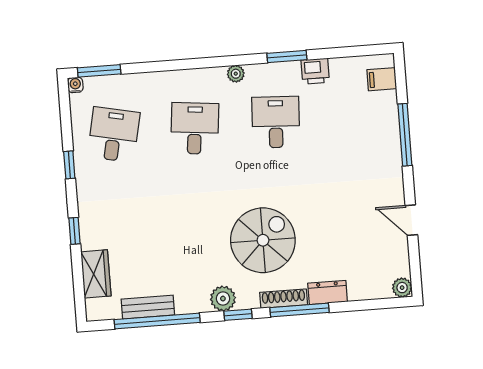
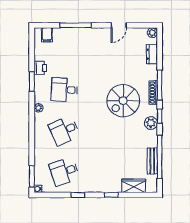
desk: (195, 128) -> (64, 131), turned -30
desk: (114, 135) -> (64, 172), turned -30
spiral stairs: (263, 240) -> (123, 101), turned -90
dresser: (328, 292) -> (152, 54), moved

